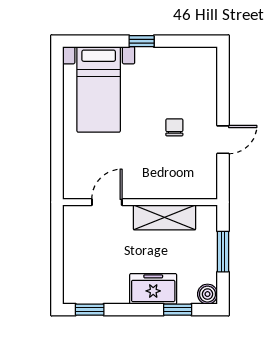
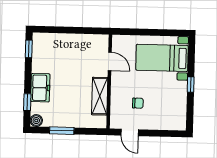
door: (107, 202) -> (110, 61), moved
wall: (140, 202) -> (109, 82), moved
shelving: (165, 217) -> (100, 96), moved

